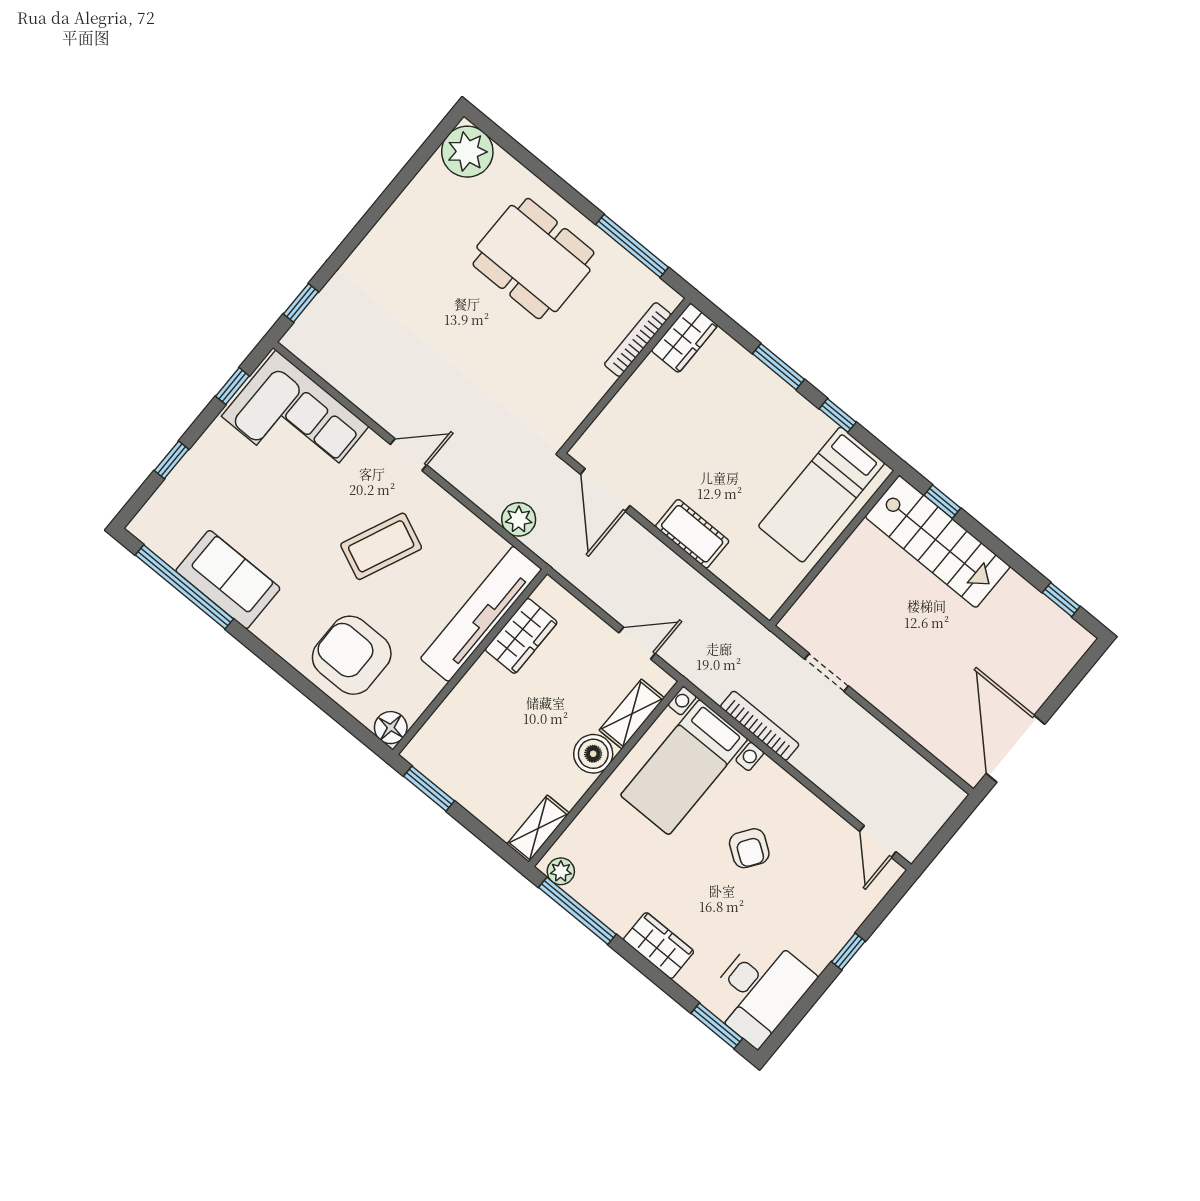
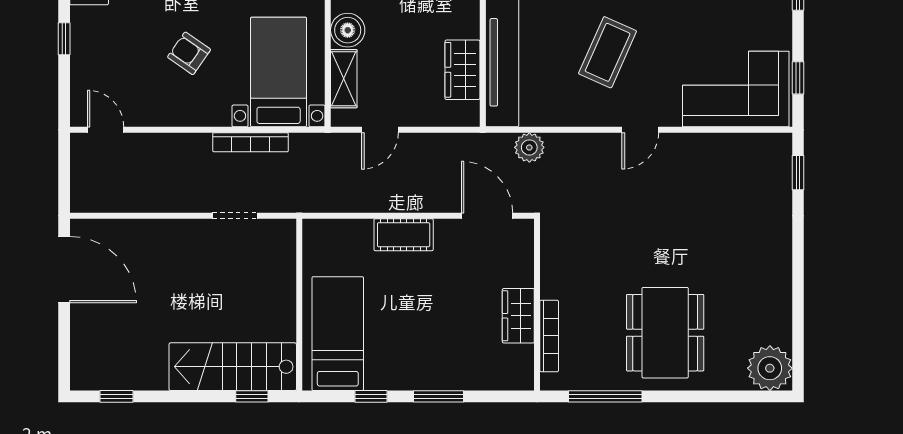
dining table: (533, 259) -> (665, 333), turned 90
wardrobe: (684, 338) -> (518, 316), moved

